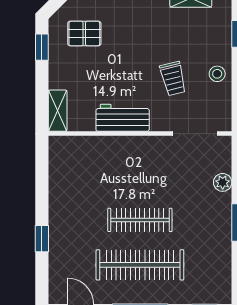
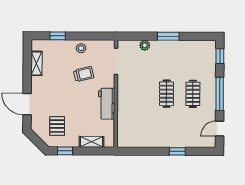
shelving: (58, 111) -> (92, 142), moved
clothes rail: (140, 220) -> (167, 94), width x0.73
clothes rail: (140, 265) -> (193, 94), width x0.54, depth x0.76

